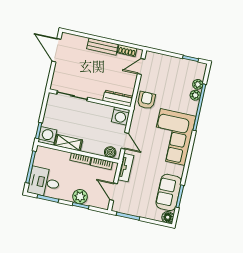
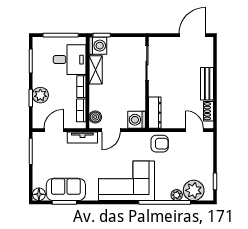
plant: (198, 84) -> (194, 190), width x1.88, depth x1.88
desk: (44, 182) -> (70, 60), moved, turned 90

